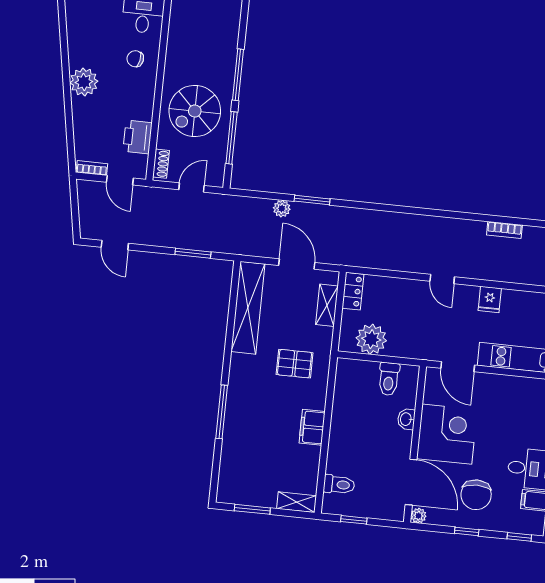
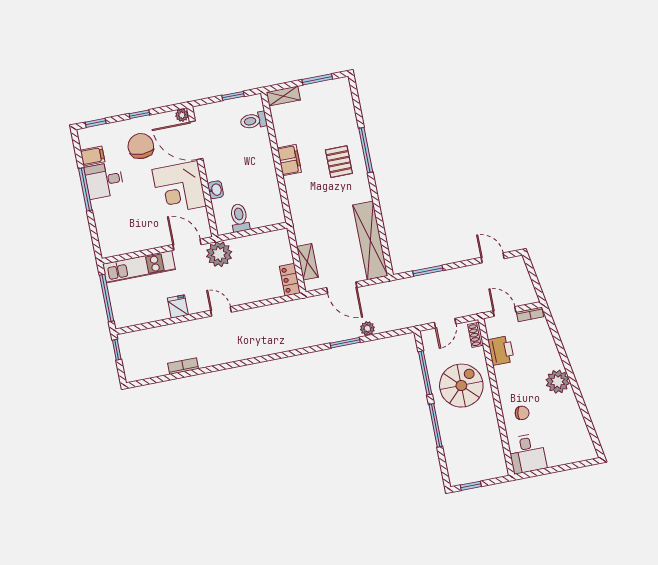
plant: (371, 339) -> (219, 254), moved
pallet: (295, 364) -> (339, 162), moved, turned 90

